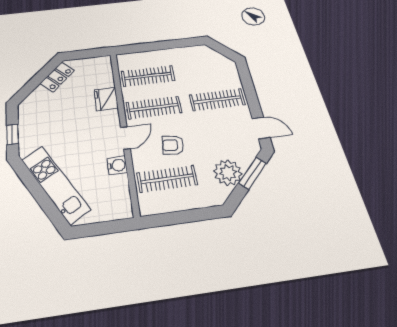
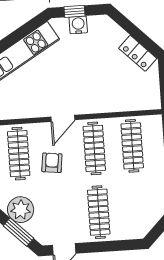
fridge: (106, 99) -> (108, 102), removed
door: (125, 138) -> (63, 118), hinge flipped
water cooler: (117, 165) -> (78, 25), moved, turned 180

